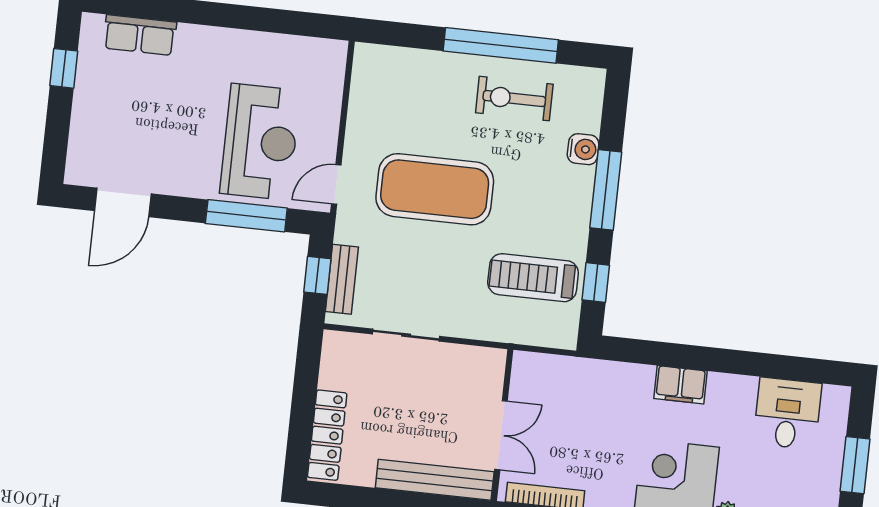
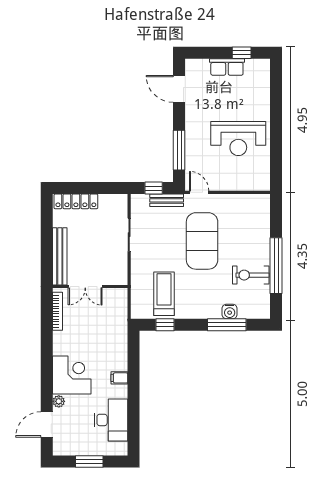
row of seats: (140, 35) -> (227, 67), moved, turned -90
exercise bike: (514, 99) -> (251, 275), turned -90
reception desk: (260, 142) -> (238, 139), moved
window: (606, 190) -> (227, 325), moved
bench: (342, 279) -> (167, 200), moved
filing cabinet: (681, 385) -> (119, 378), width x0.50
desk: (787, 413) -> (111, 420), width x1.37

